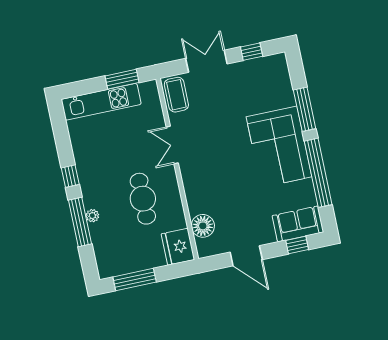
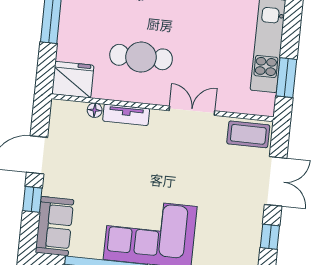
tv unit: (192, 196) -> (126, 115), added
floor lamp: (203, 226) -> (95, 110), width x0.53, depth x0.53
window: (297, 245) -> (32, 199), moved

